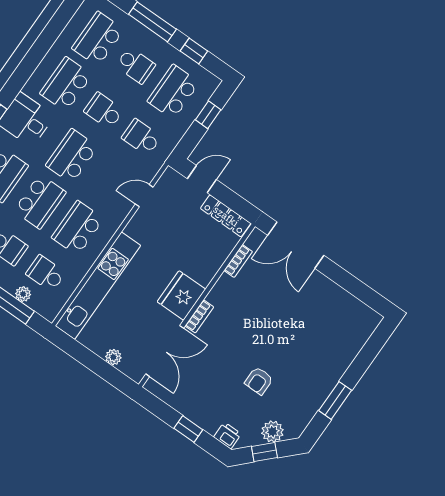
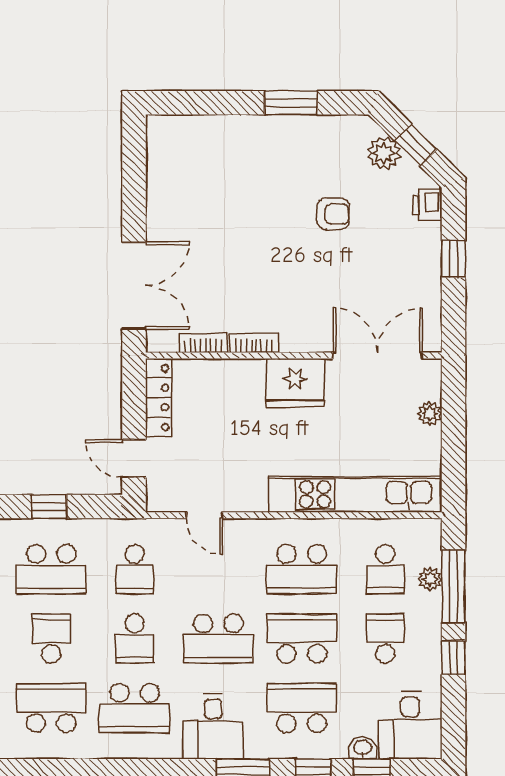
school desk: (98, 39) -> (51, 708), turned 180
bookcase: (199, 316) -> (254, 343), moved

